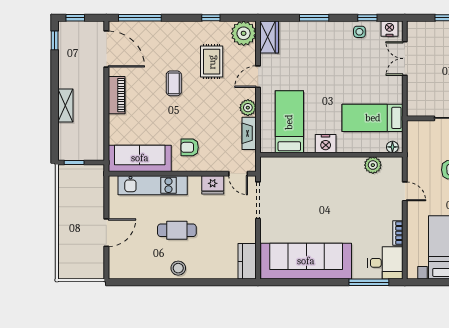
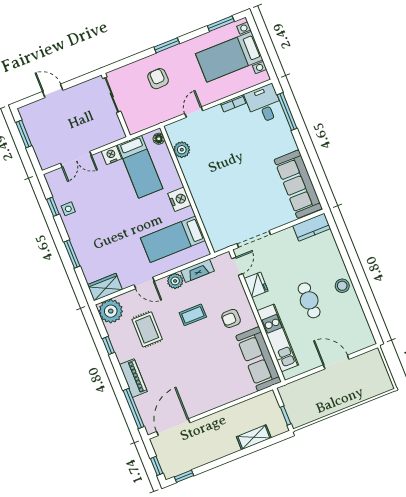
nightstand: (390, 29) -> (111, 155), moved, turned 90
rug: (212, 62) -> (147, 329), turned 90
coffee table: (174, 83) -> (193, 315), moved
piano: (117, 95) -> (133, 378), moved, turned 90
shelving: (65, 106) -> (254, 437), moved
armchair: (190, 147) -> (231, 318), turned 90
sofa: (306, 261) -> (298, 184), width x0.74, depth x0.79

